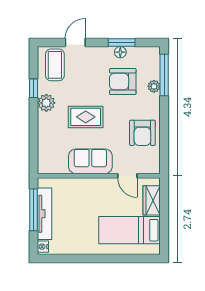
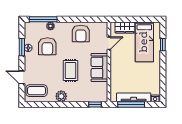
window: (34, 88) -> (95, 105), moved
armchair: (142, 133) -> (81, 34), turned 90
window: (125, 259) -> (163, 45), added

